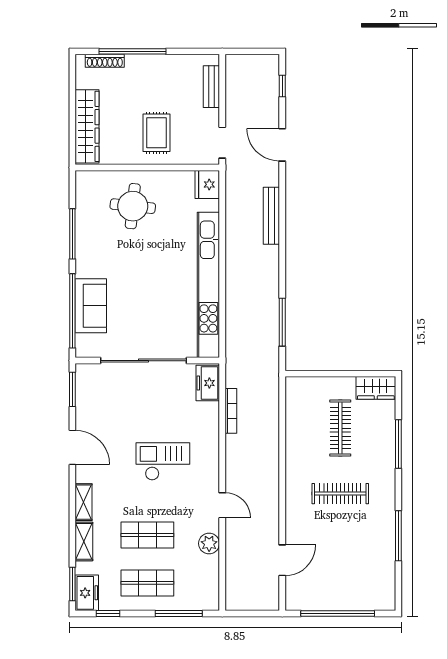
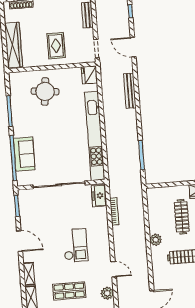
checkout: (163, 461) -> (75, 245), turned 90
plant: (295, 462) -> (156, 240), added

